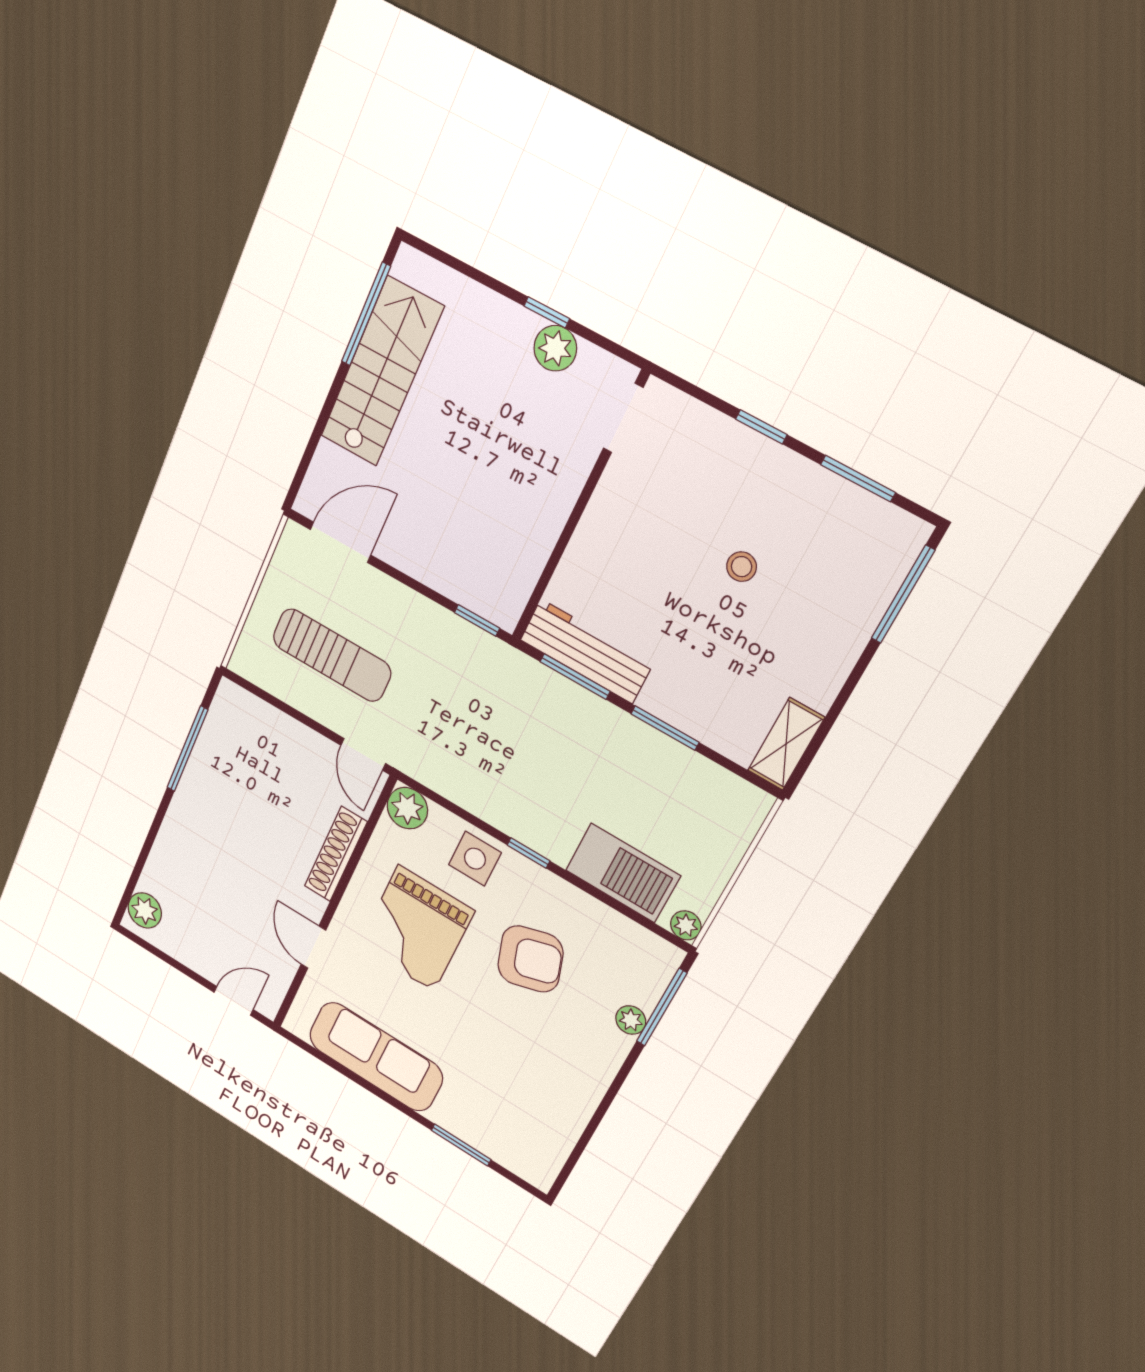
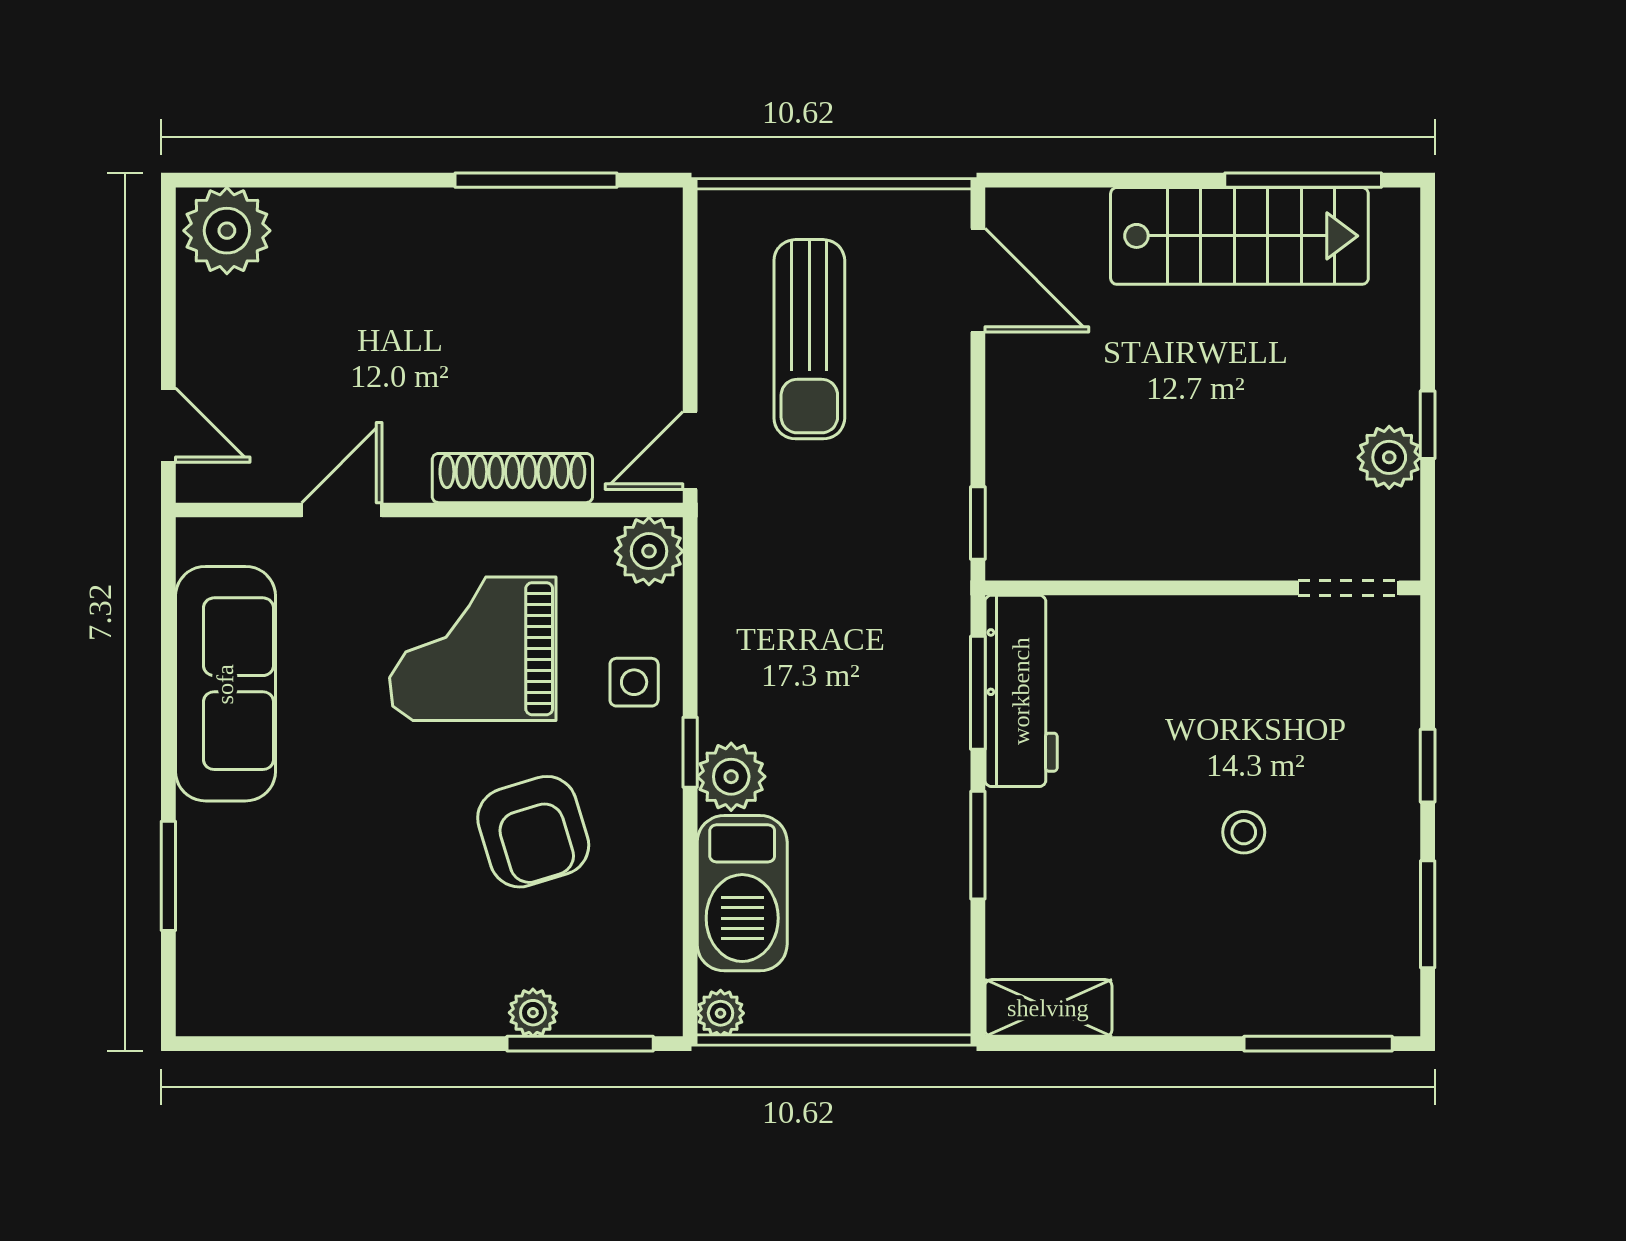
plant: (553, 840) -> (731, 777), added
side table: (475, 859) -> (634, 682), width x0.73, depth x0.73
plant: (145, 910) -> (227, 231), width x1.36, depth x1.36

